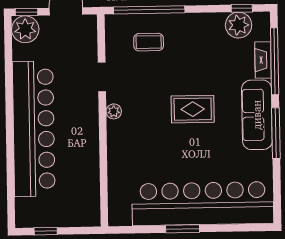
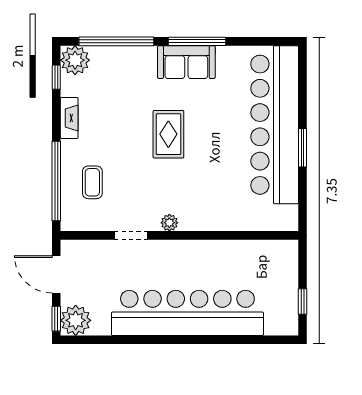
plant: (239, 25) -> (75, 60), moved
fireplace: (263, 60) -> (69, 118), moved, turned -90
sofa: (257, 115) -> (186, 62), width x0.73

